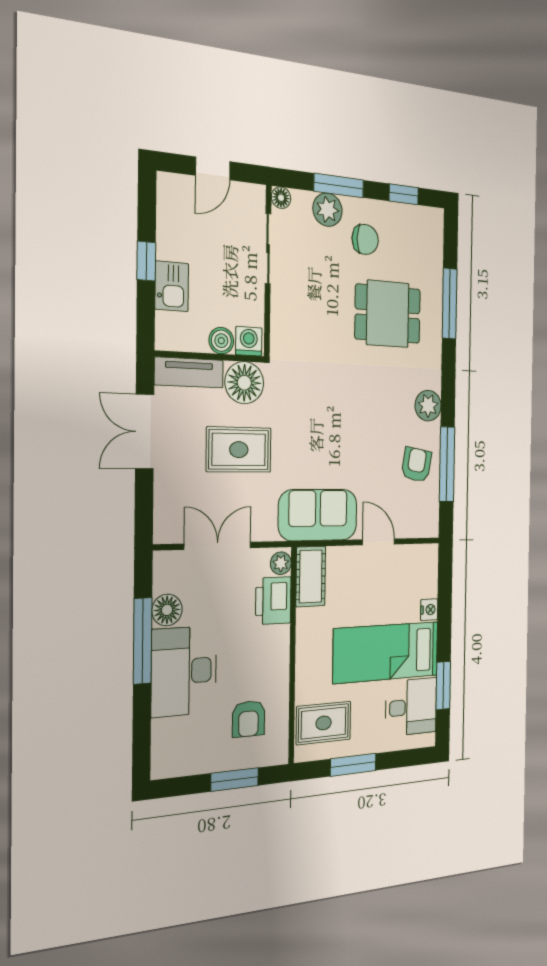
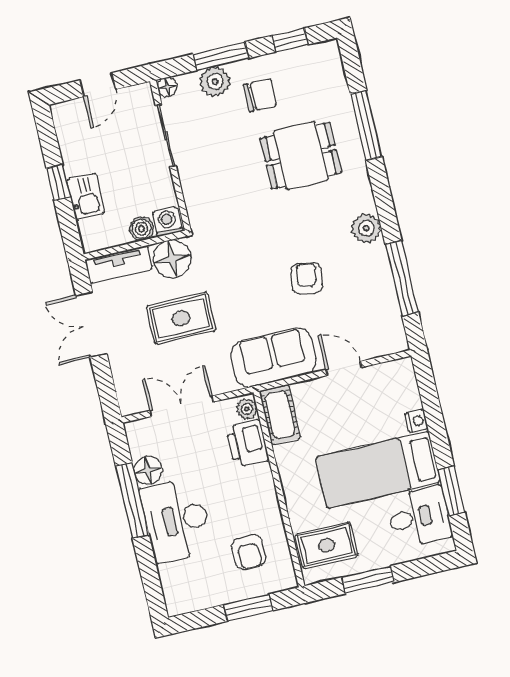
armchair: (416, 465) -> (307, 279), moved

